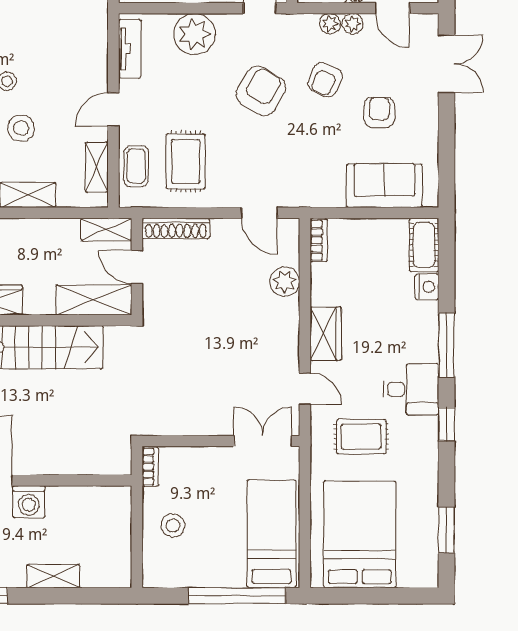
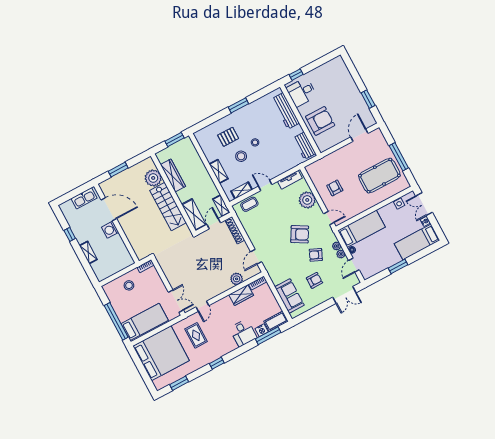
rug: (186, 161) -> (260, 221), removed
wardrobe: (326, 334) -> (241, 295), moved
window: (446, 345) -> (268, 336), moved
desk: (411, 389) -> (243, 333), moved
bed: (360, 534) -> (161, 353), width x1.36

